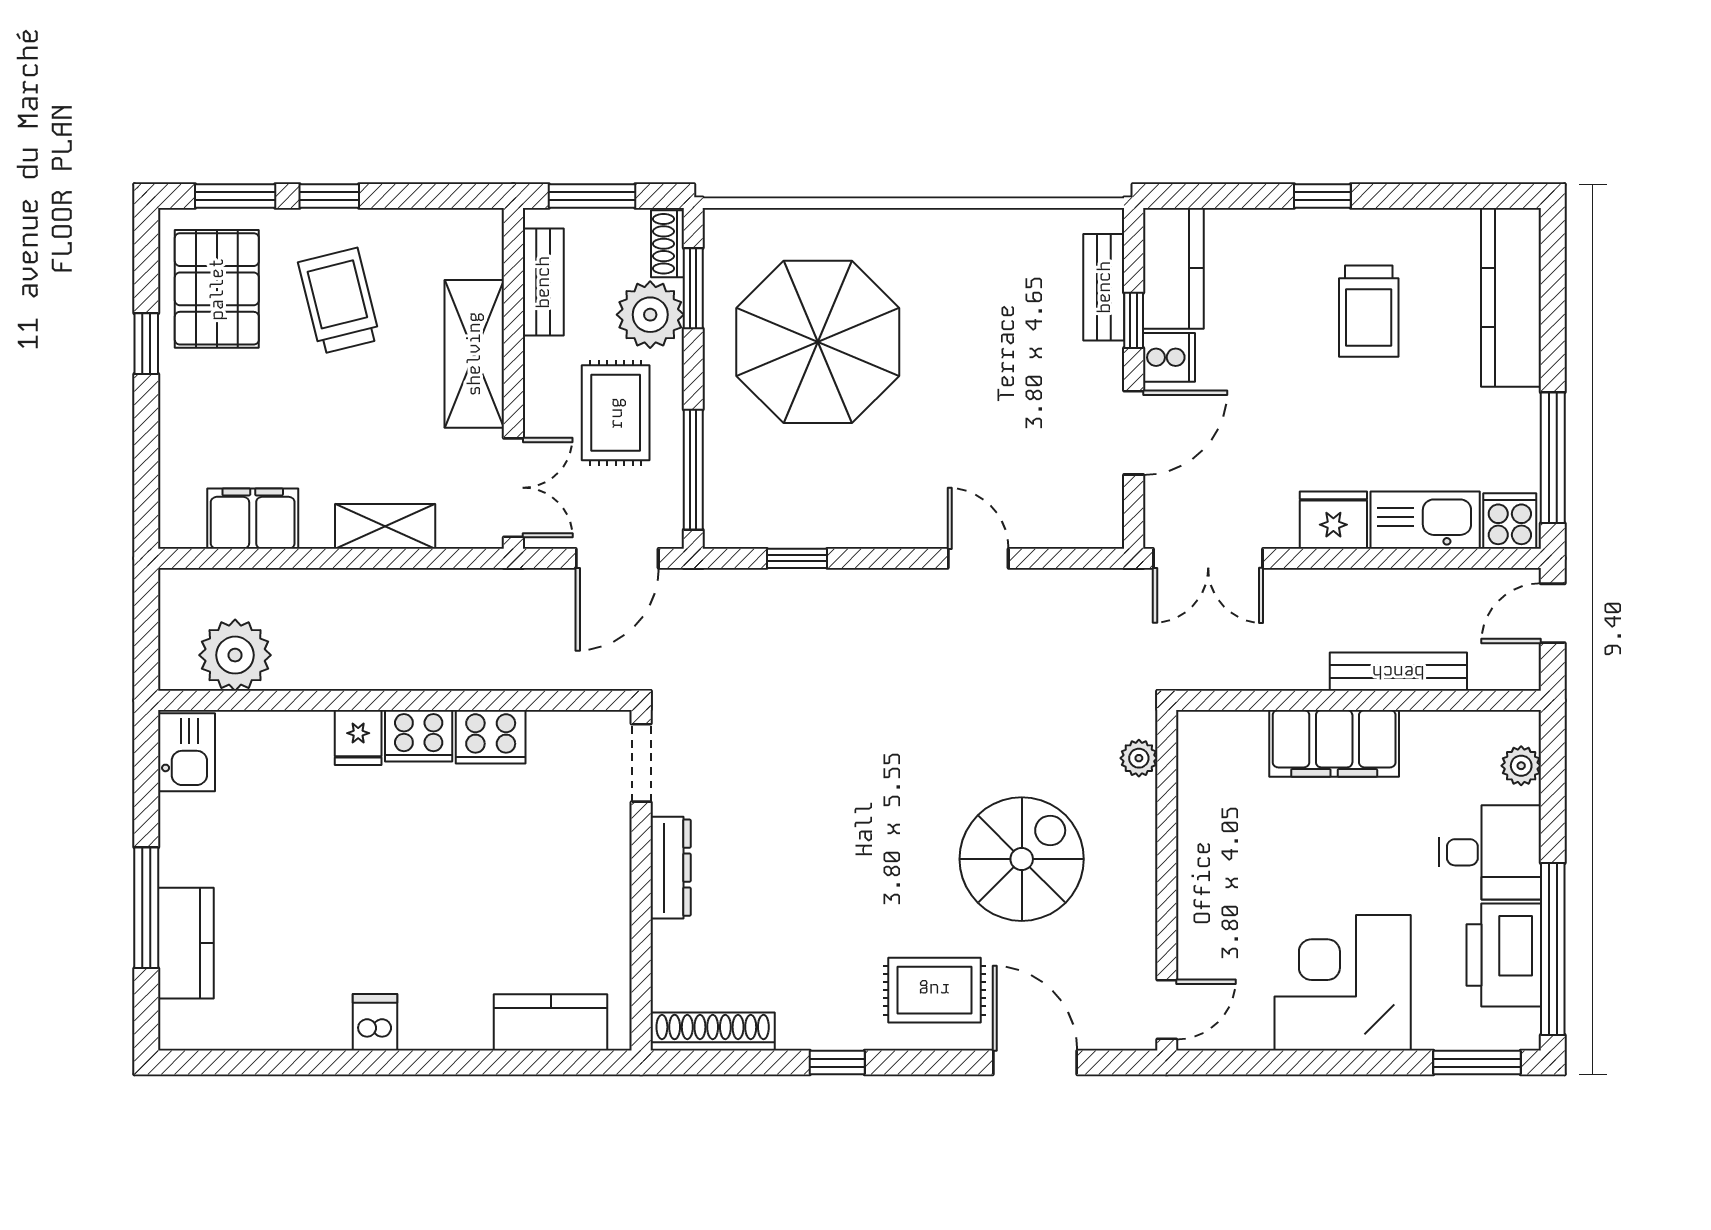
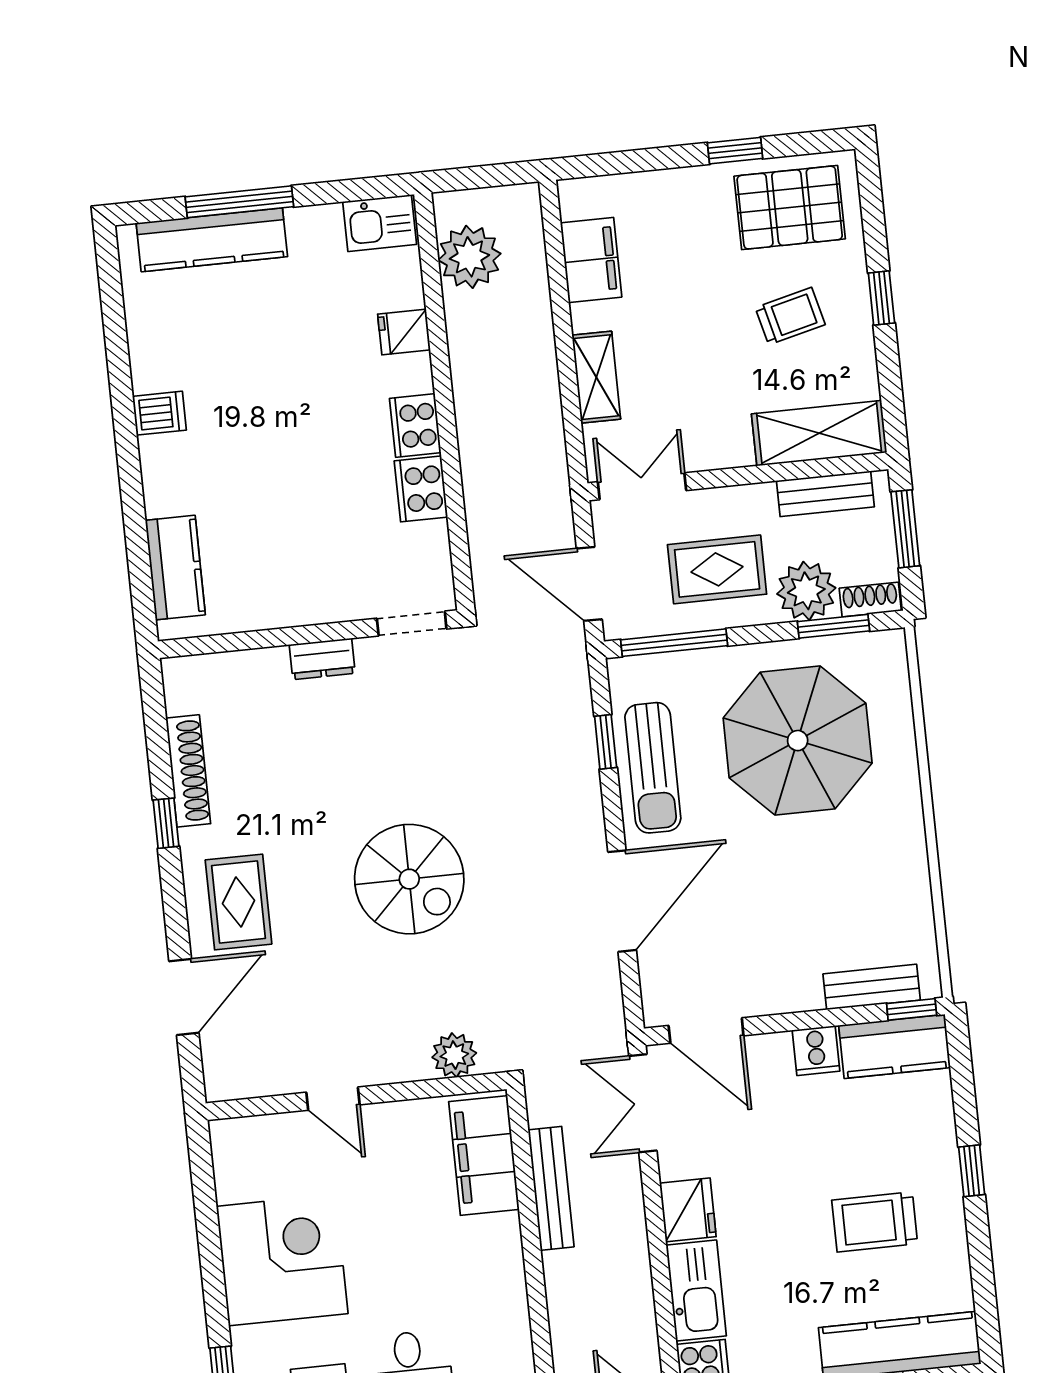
window: (235, 196) -> (873, 215), removed
trolley: (339, 301) -> (790, 316), width x0.73, depth x0.72
window: (1134, 320) -> (912, 1009), moved
shelving: (474, 354) -> (819, 433), moved
door: (1134, 433) -> (706, 1031), moved
double door: (513, 488) -> (642, 486), swing flipped
sun lounger: (832, 508) -> (653, 768), added
door: (978, 558) -> (622, 901), width x1.87
bench: (1398, 672) -> (551, 1188), moved
fridge: (358, 738) -> (404, 332), moved
filing cabinet: (1334, 743) -> (484, 1155), moved
plant: (1139, 758) -> (454, 1055), width x1.38, depth x1.38
spiral stairs: (1022, 859) -> (409, 879), moved
dresser: (671, 868) -> (322, 659), width x0.70
kitchen counter: (186, 943) -> (212, 240), width x1.50
door: (1167, 1009) -> (333, 1099), moved
shoe rack: (713, 1032) -> (188, 771), moved

